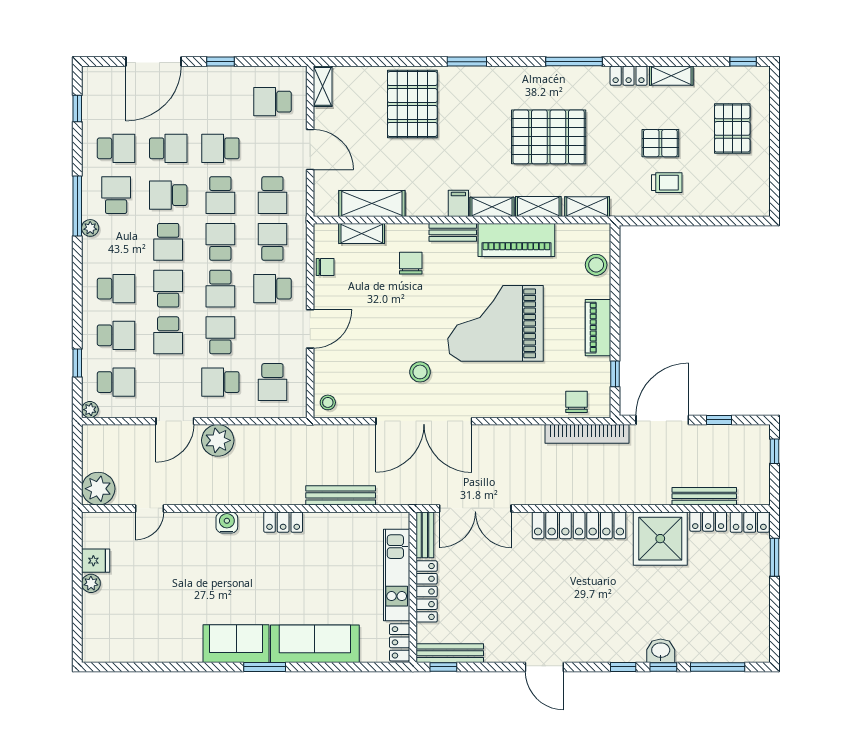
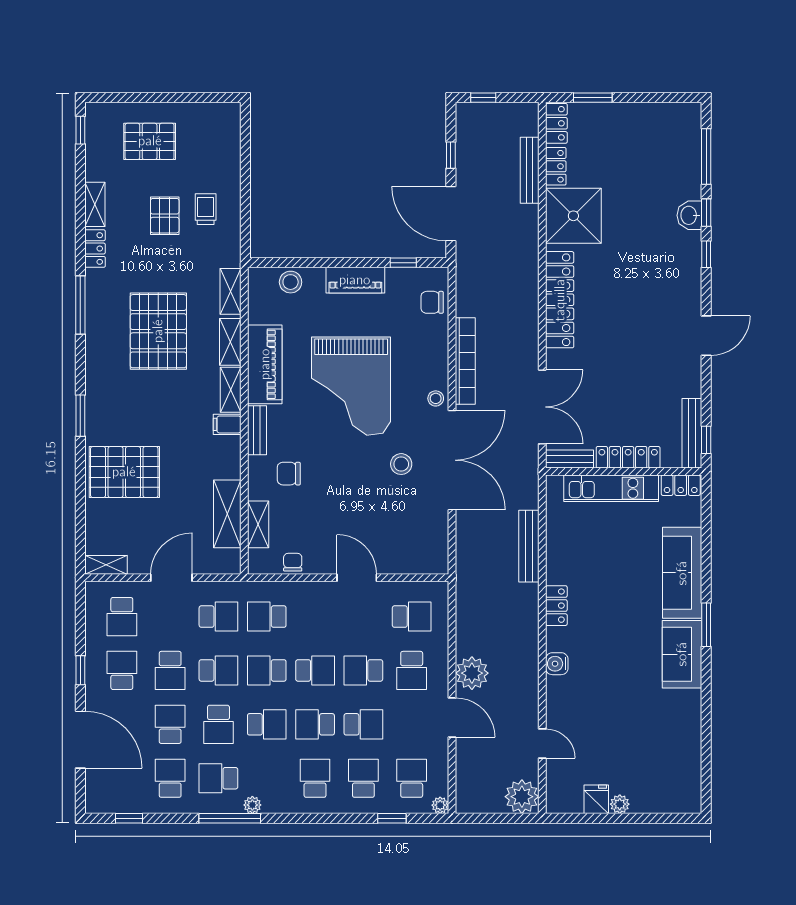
school desk: (272, 289) -> (122, 670), moved, turned 180
stool: (328, 402) -> (436, 398), moved
bookcase: (587, 434) -> (465, 361), moved

